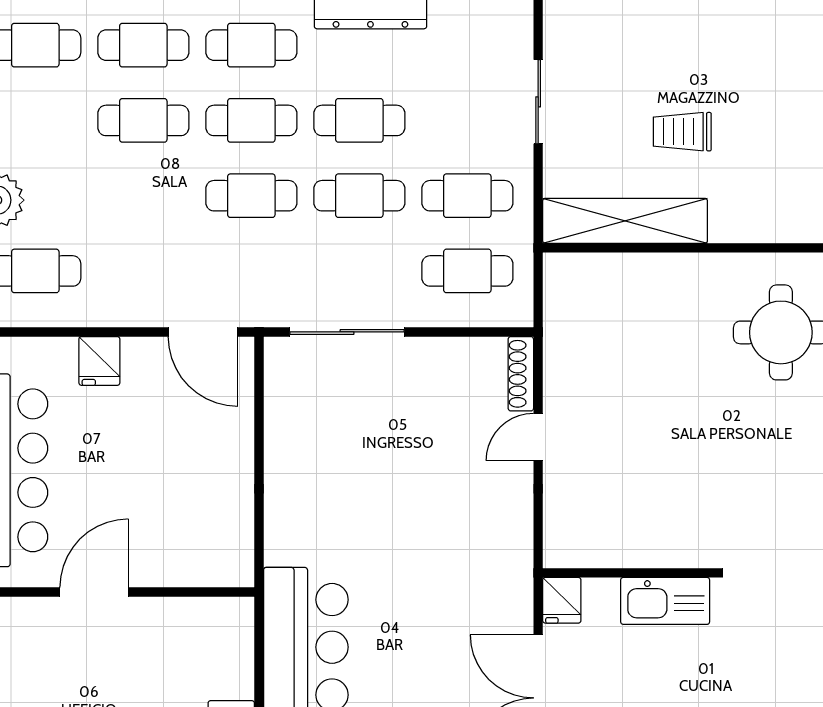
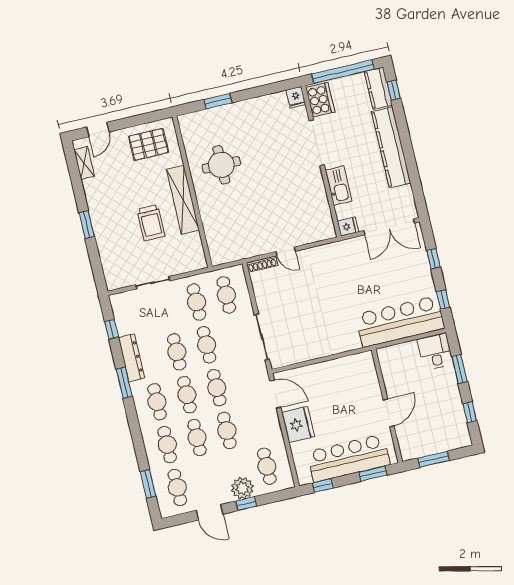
trolley: (682, 132) -> (151, 223), width x1.36, depth x1.39
cafe table: (143, 196) -> (227, 430), added
shelving: (625, 221) -> (183, 200), moved
door: (203, 332) -> (275, 394), hinge flipped
fridge: (99, 361) -> (298, 424), width x1.88, depth x1.34
door: (94, 592) -> (389, 413), swing flipped

